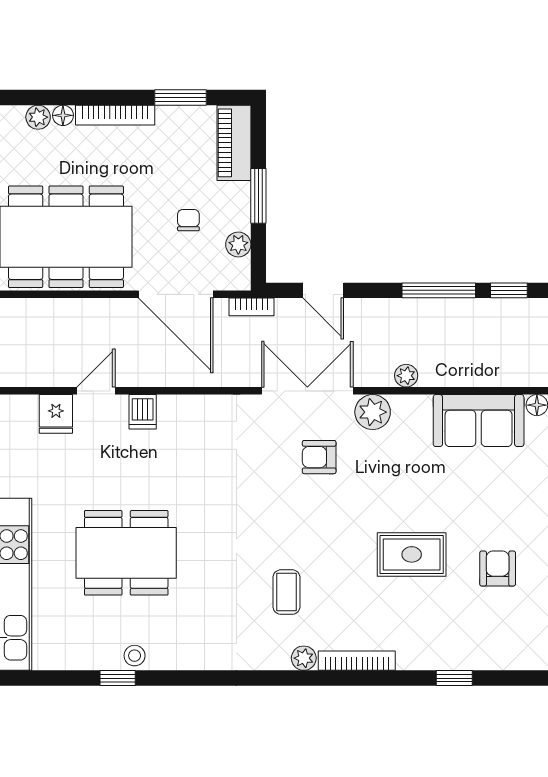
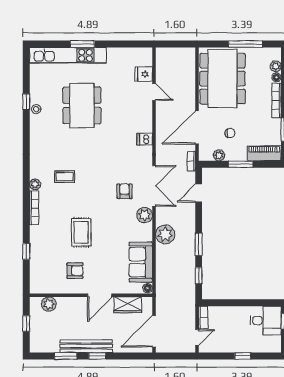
window: (439, 290) -> (199, 244), width x0.69
plant: (406, 376) -> (165, 234), width x1.88, depth x1.88
dishwasher: (143, 412) -> (145, 139), moved

